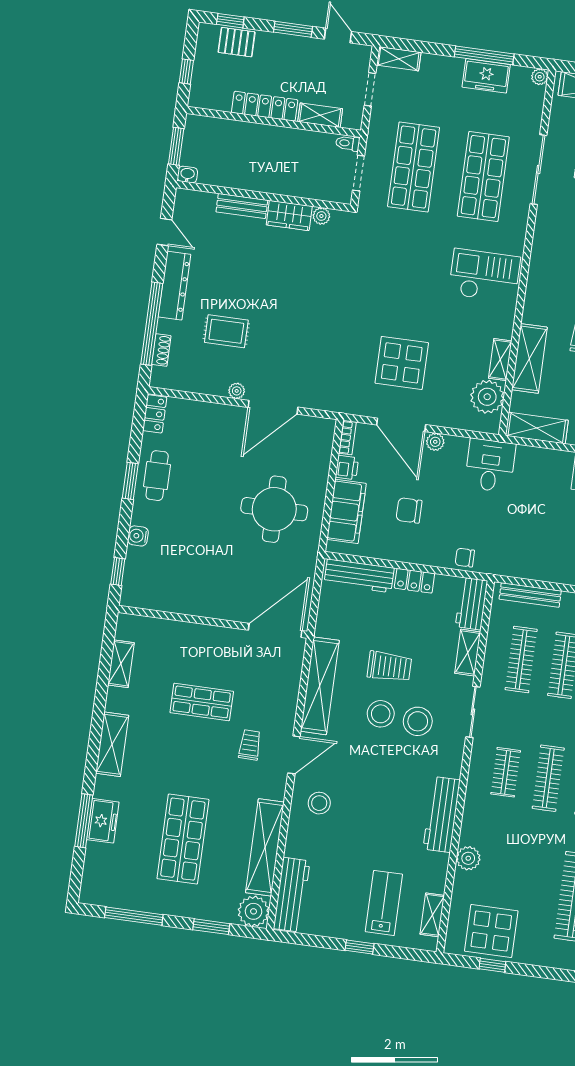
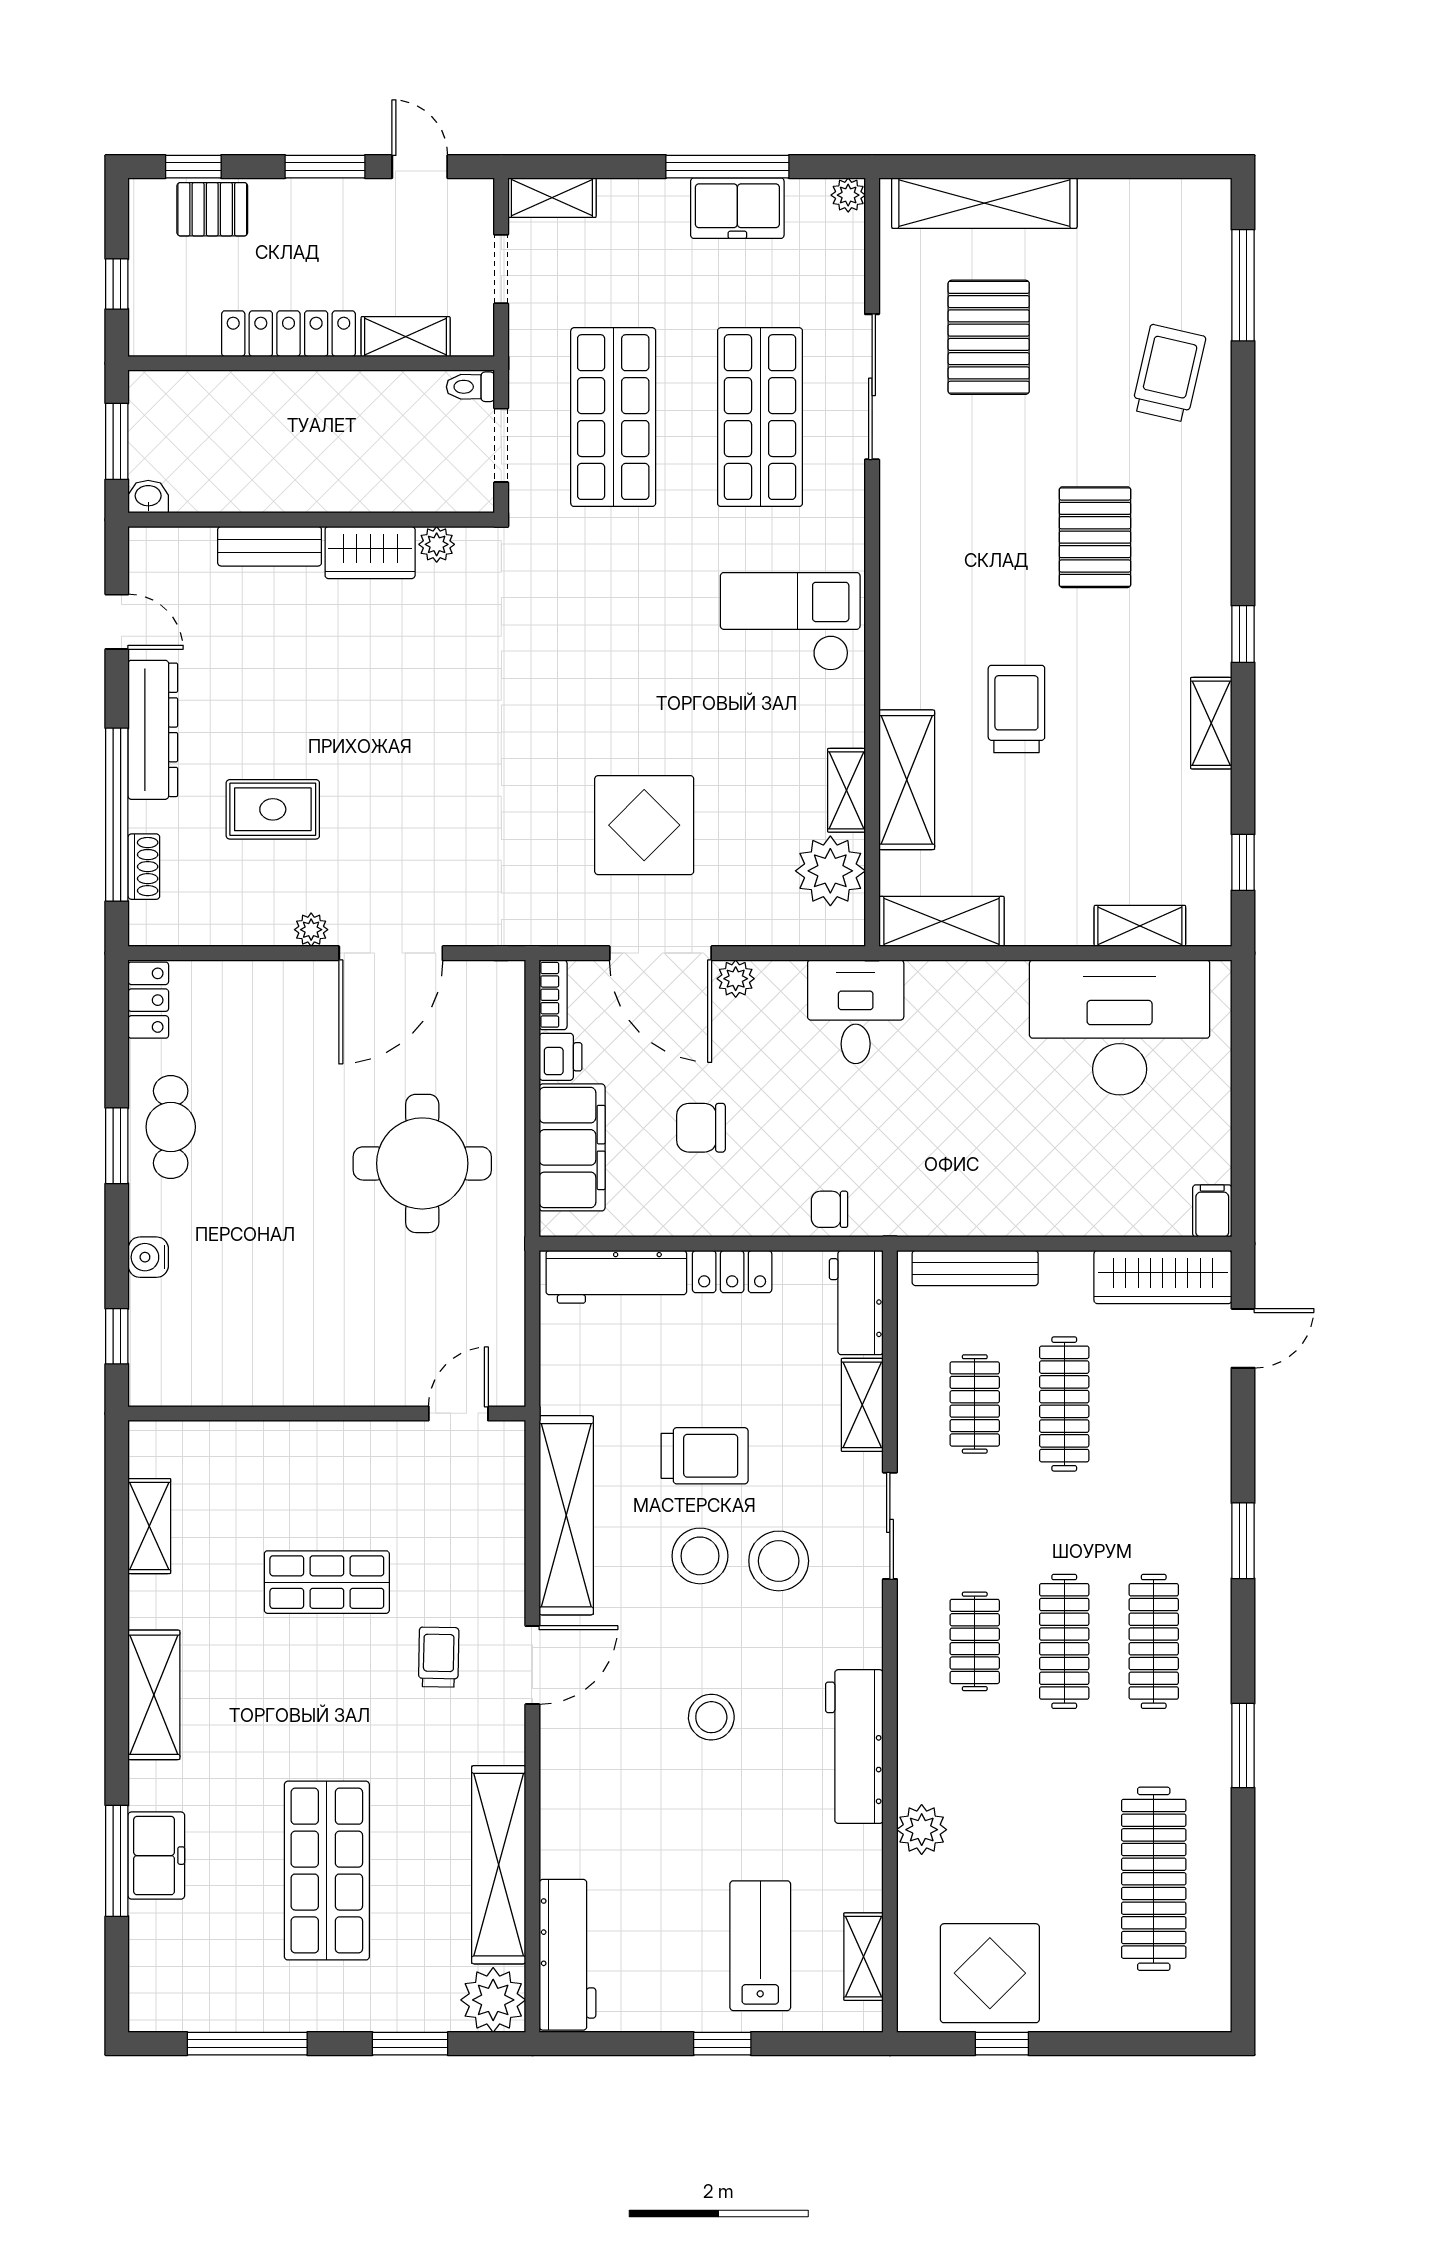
door: (275, 630) -> (458, 1413), width x0.53
clothes rail: (521, 659) -> (975, 1404), width x0.73
stool: (319, 803) -> (711, 1717), moved

